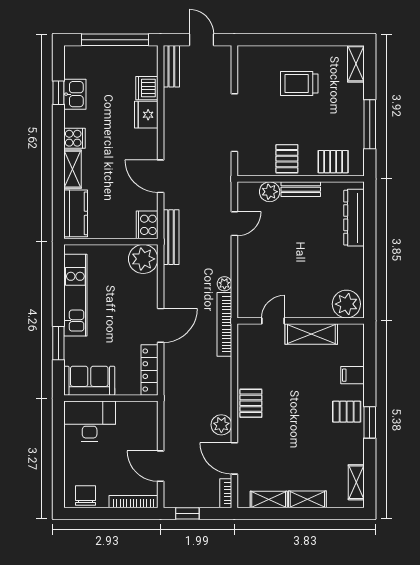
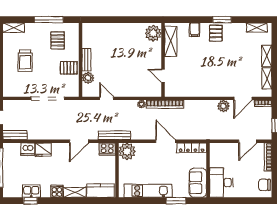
pallet: (333, 162) -> (58, 40), moved
dresser: (354, 218) -> (103, 29), removed
shelving: (311, 334) -> (171, 41), moved
pallet: (251, 403) -> (211, 89), removed

